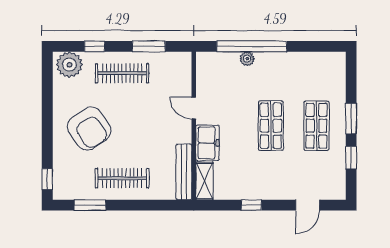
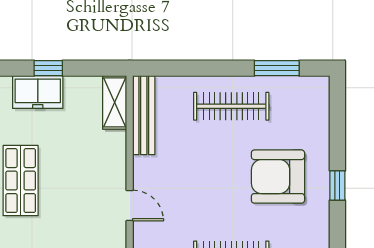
armchair: (89, 129) -> (278, 177), turned -56
freezer: (208, 143) -> (38, 92), moved, turned -90
window: (47, 179) -> (337, 185), moved

